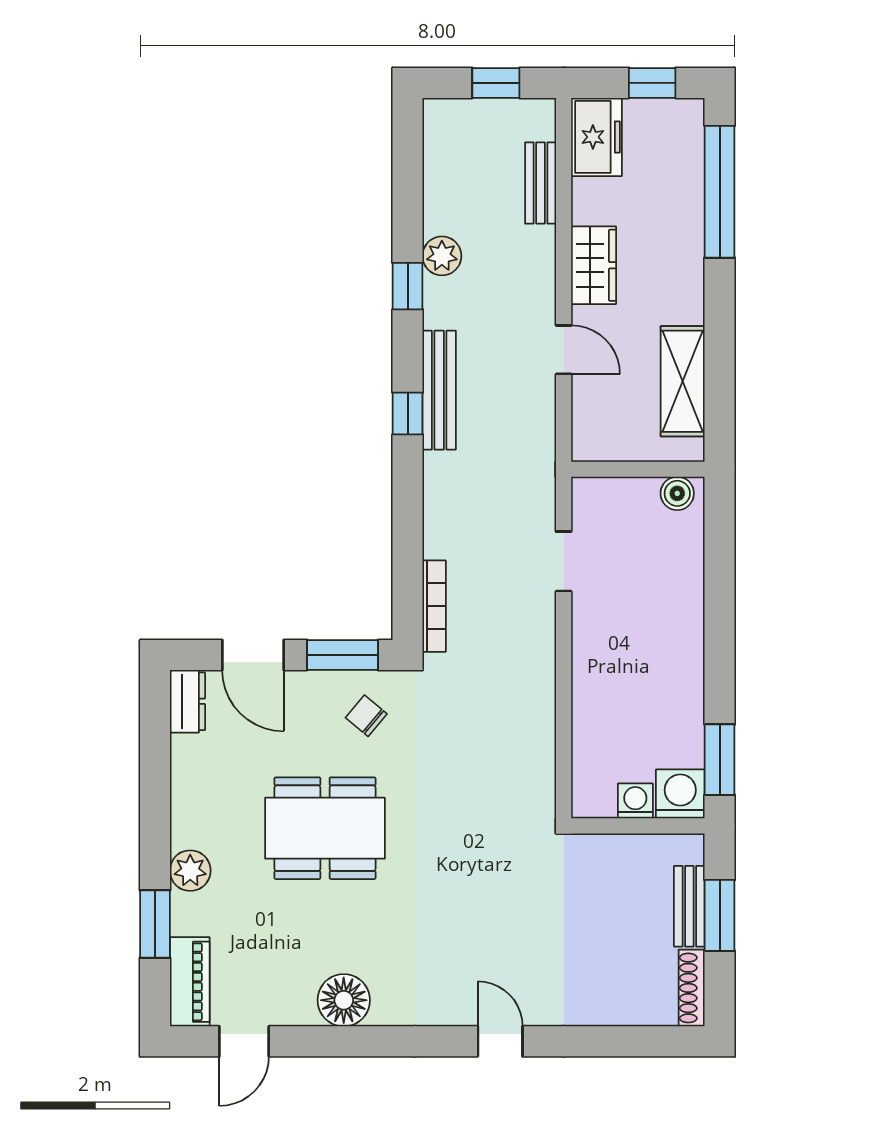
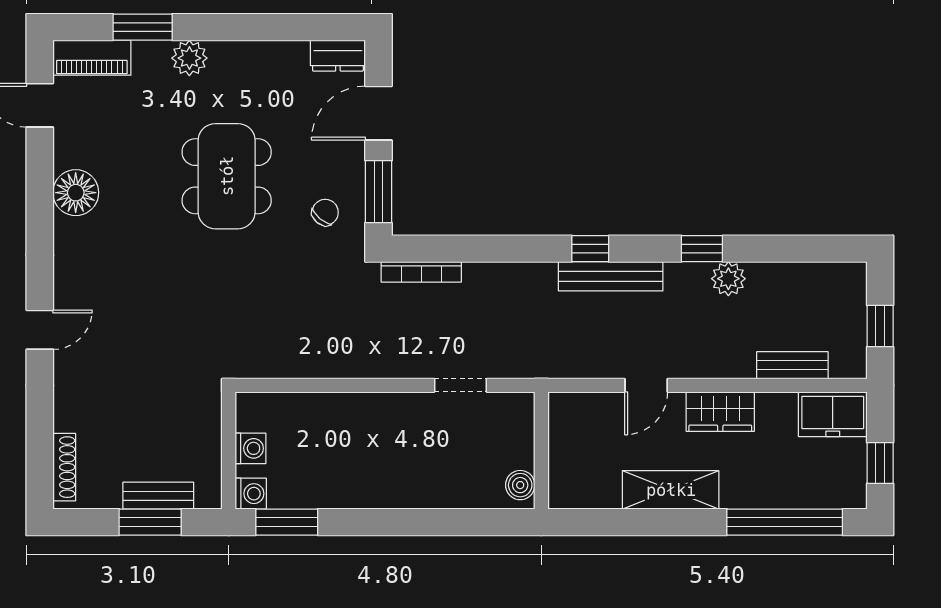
shelving: (683, 381) -> (671, 490), moved
washing machine: (680, 794) -> (251, 494), width x0.73, depth x0.73
shoe rack: (692, 988) -> (64, 467), moved, turned 90

